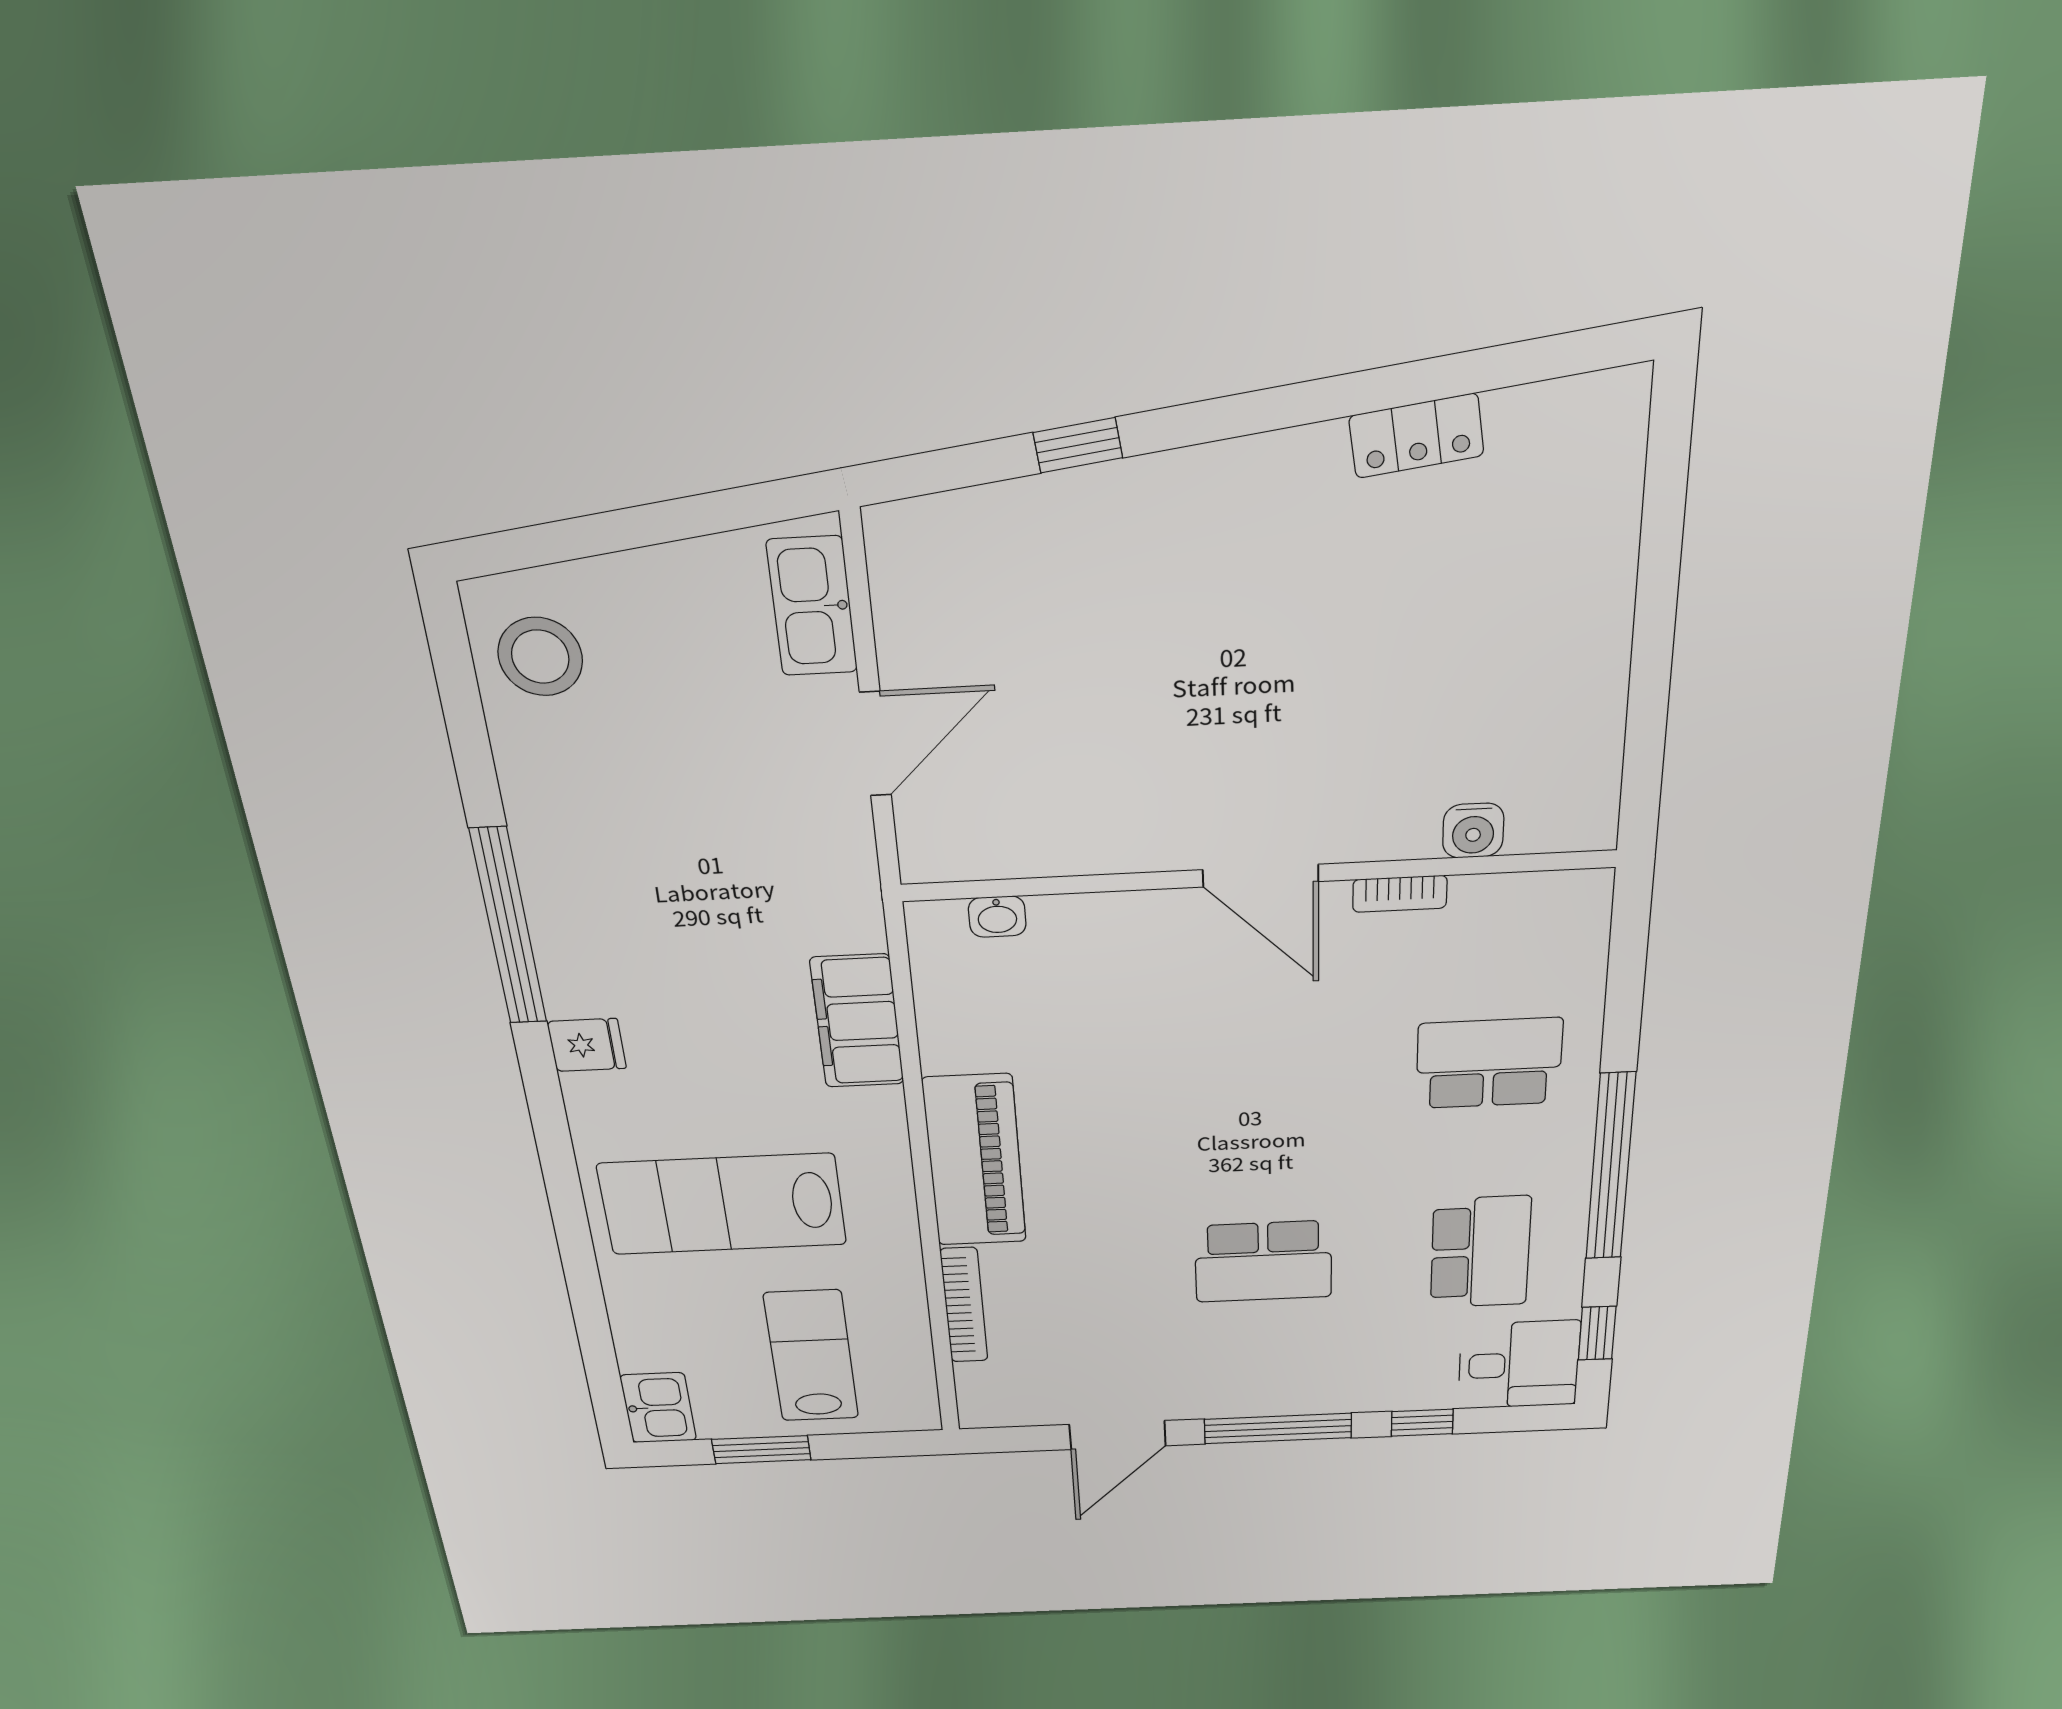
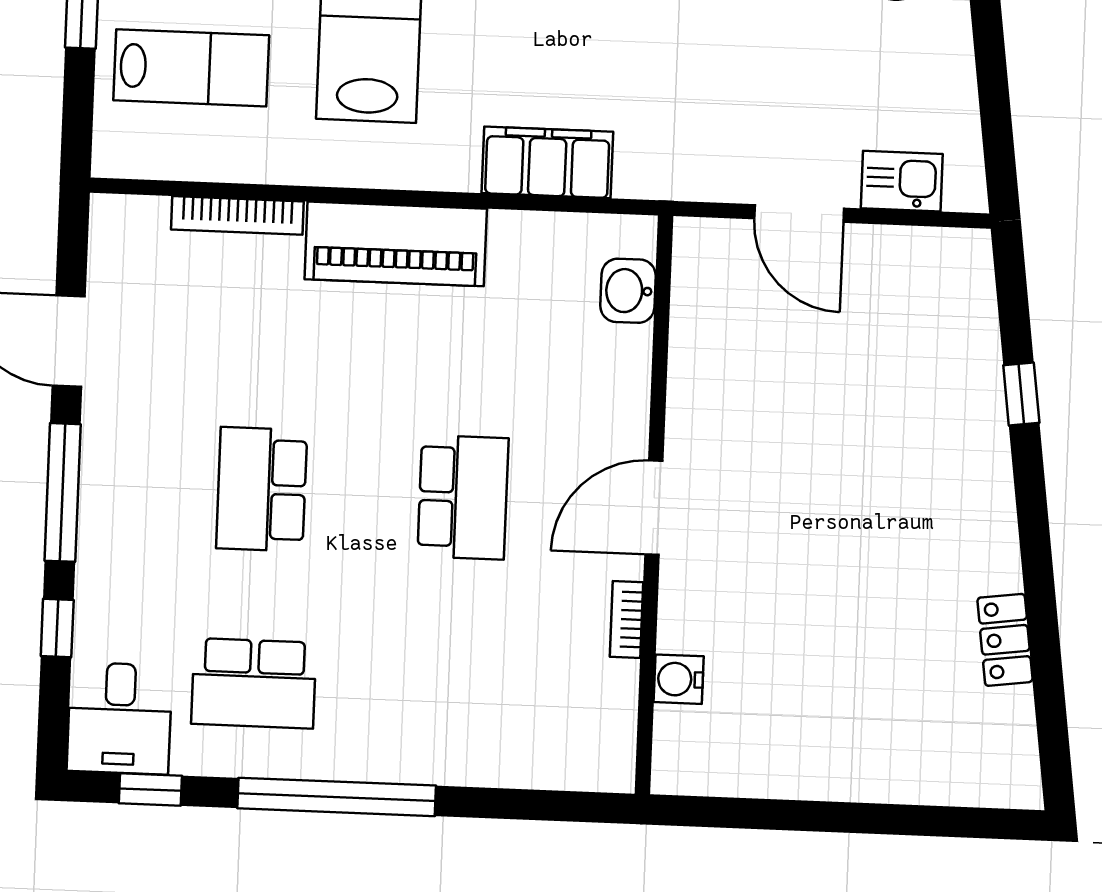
kitchen sink: (812, 606) -> (902, 181), width x0.73
washbasin: (997, 917) -> (628, 291), width x1.38, depth x1.45
school desk: (1489, 1063) -> (463, 497), moved

